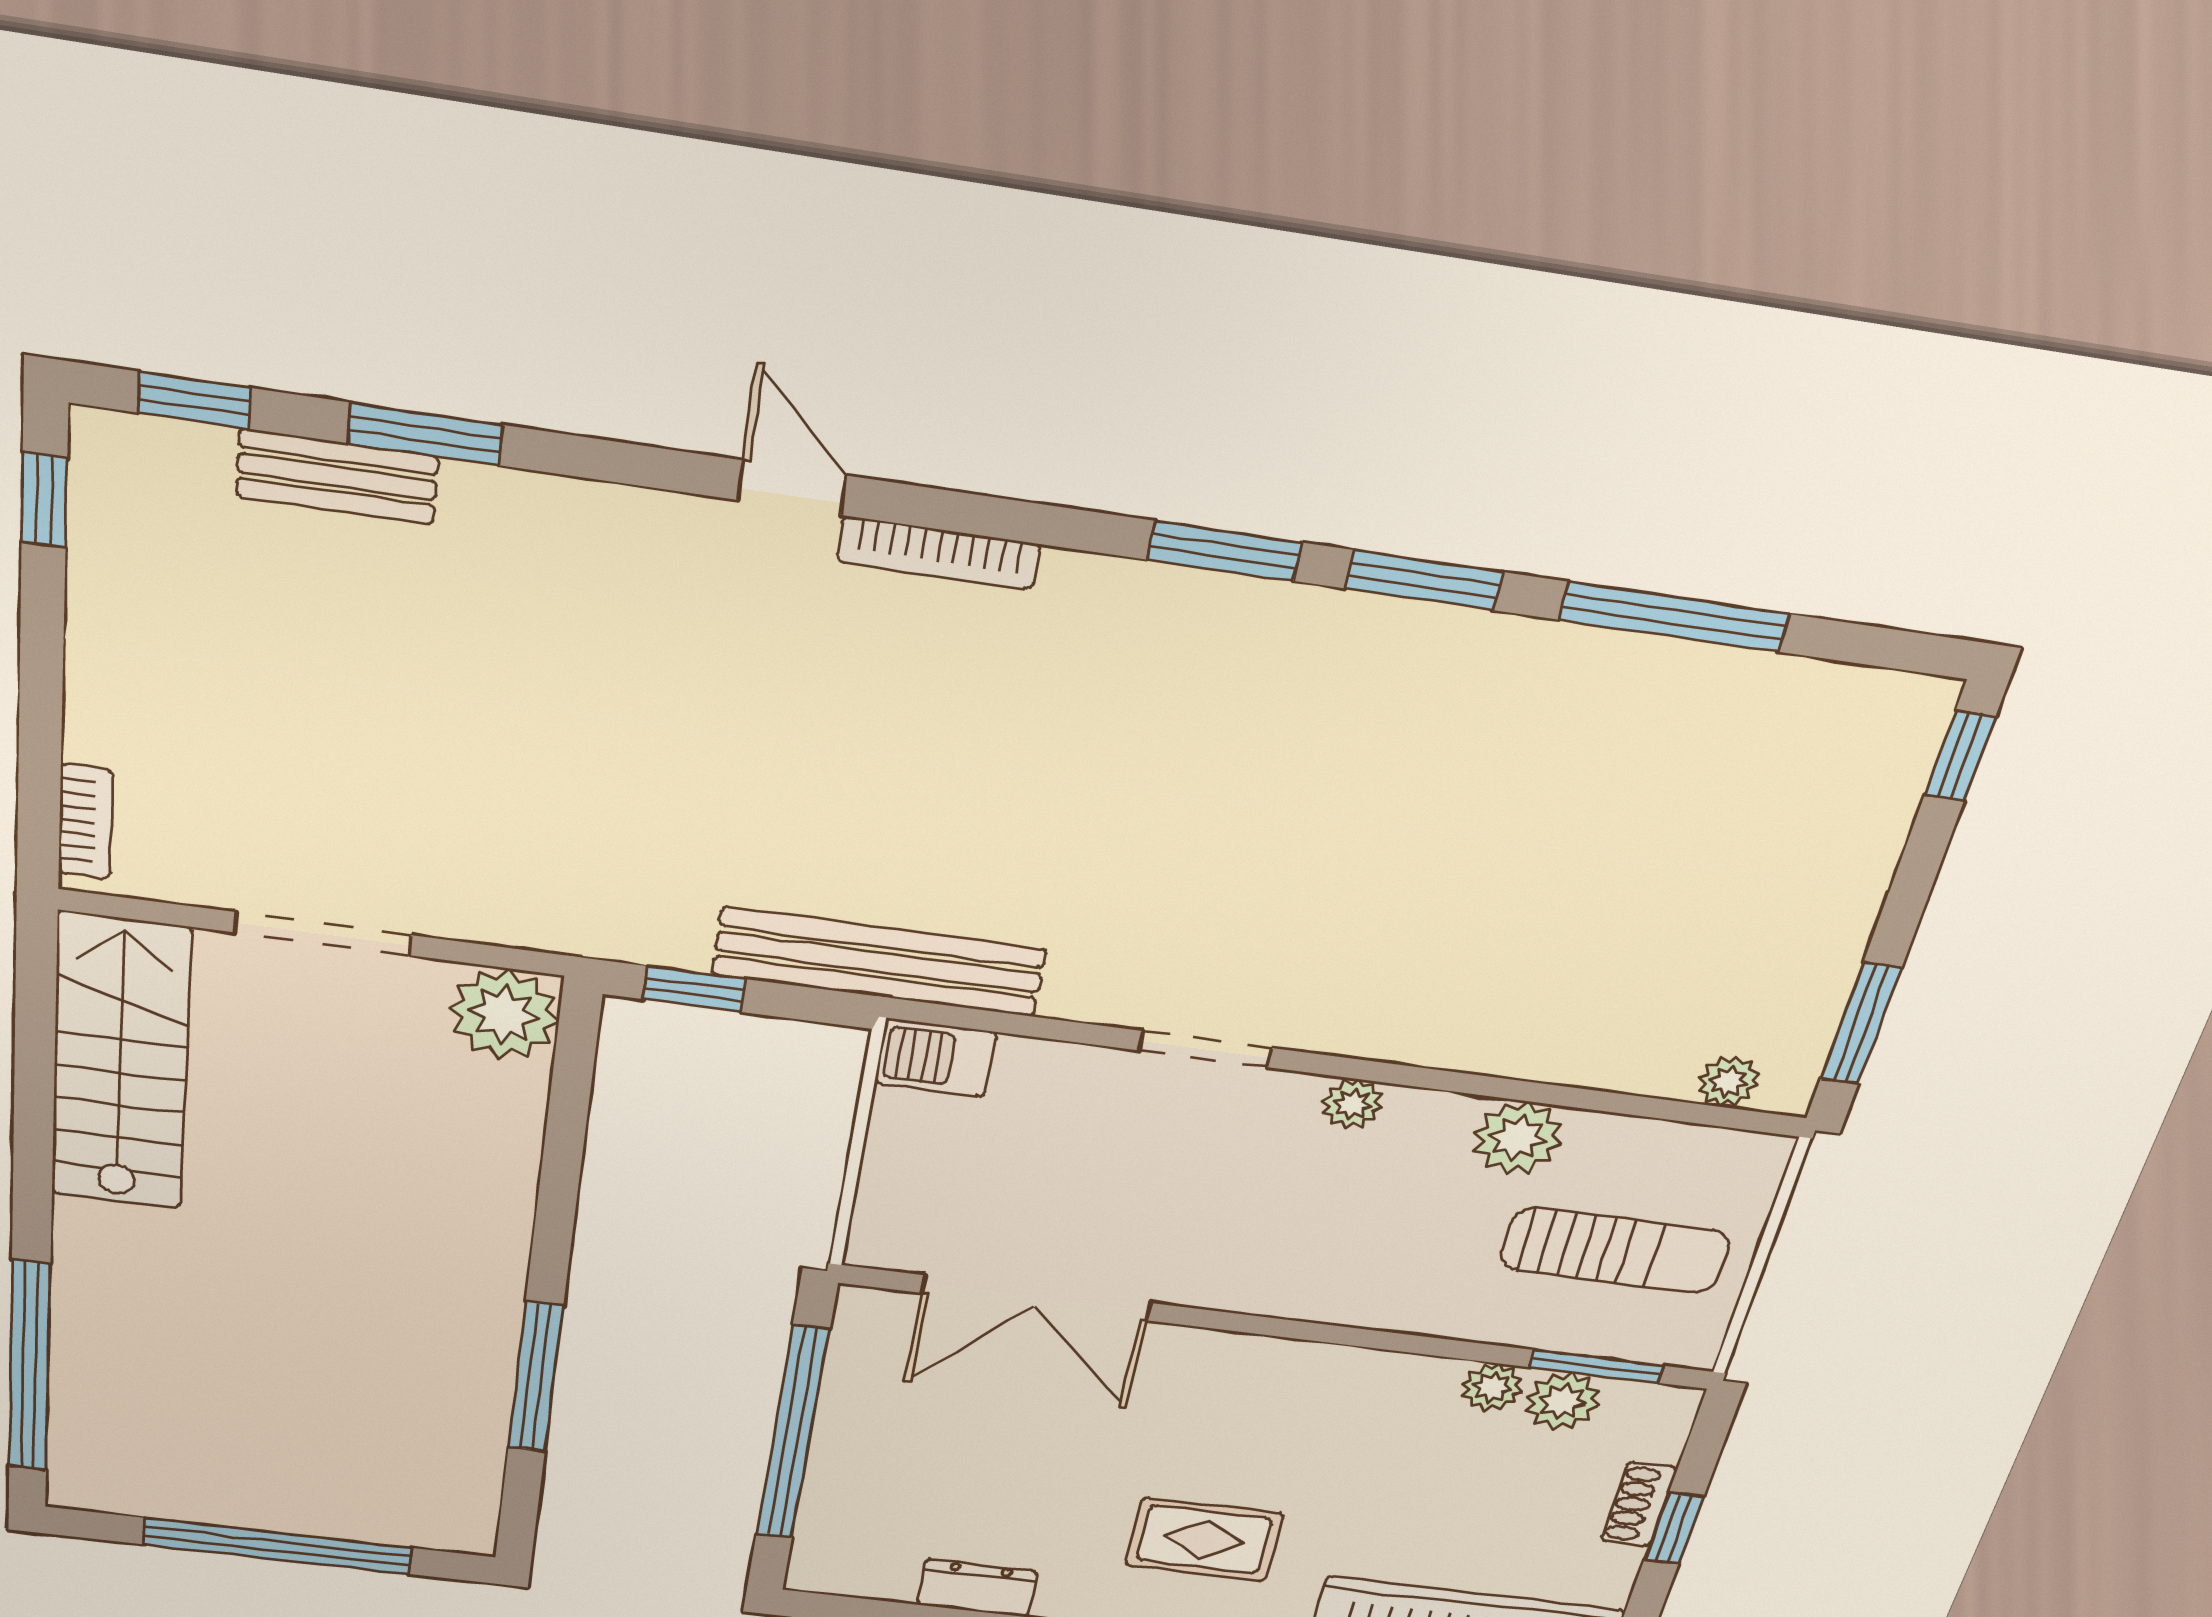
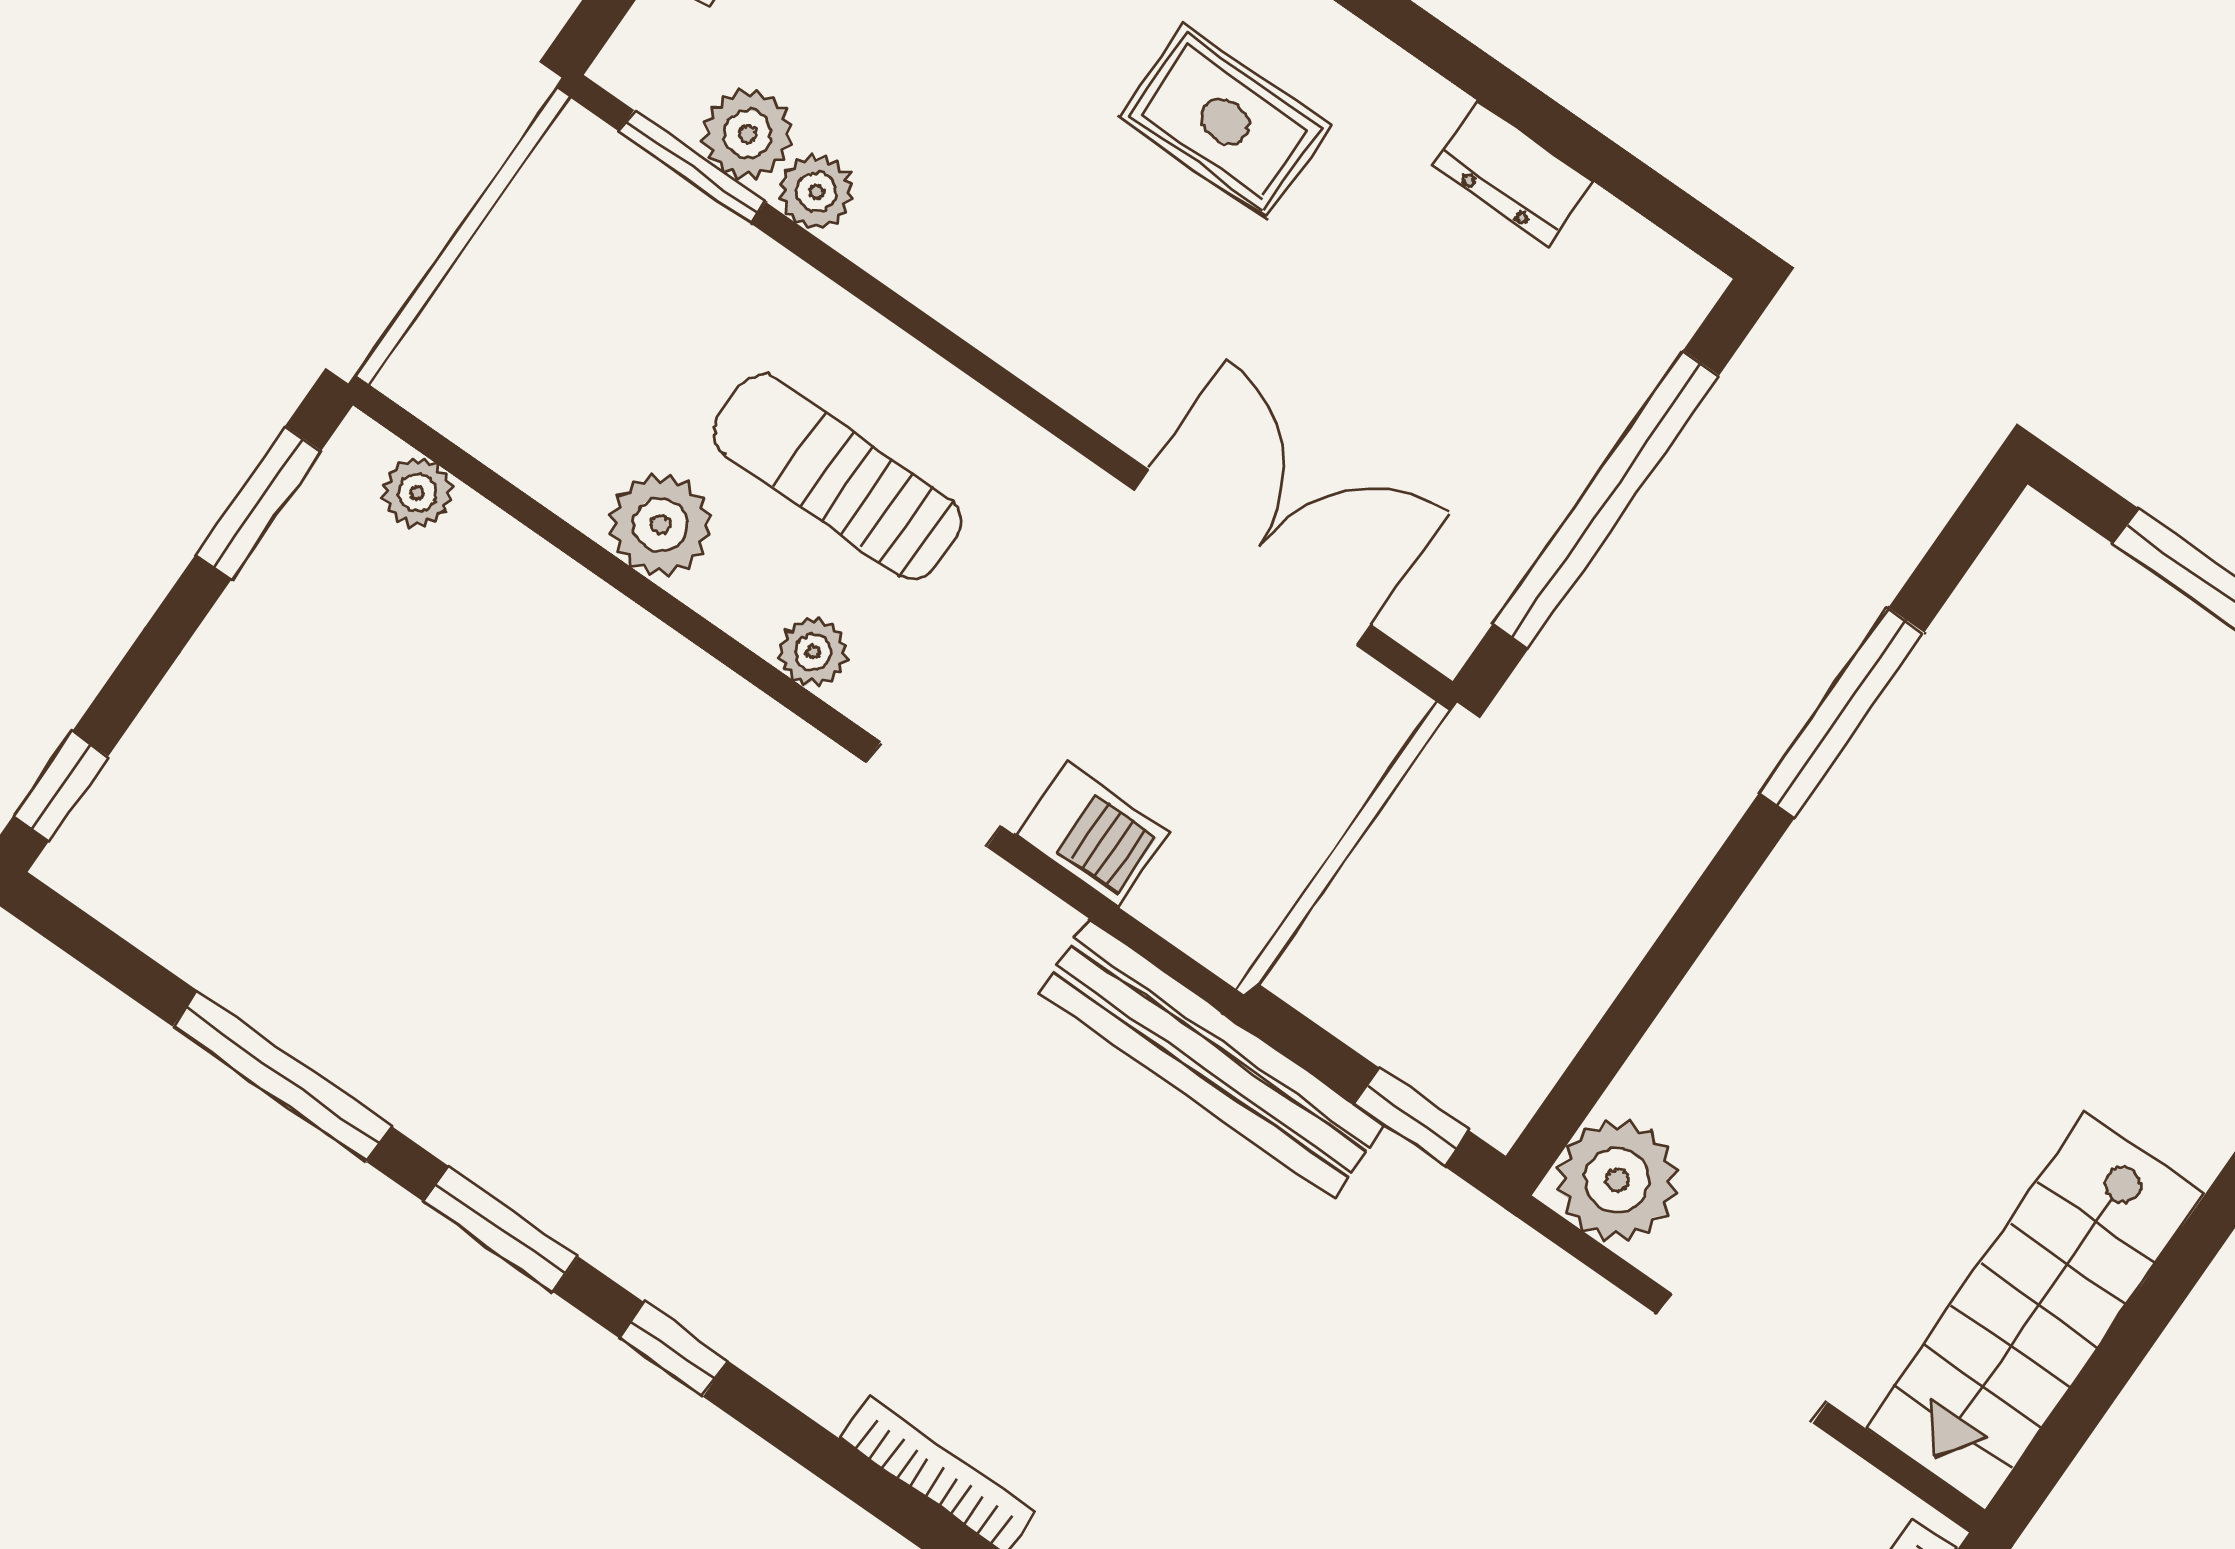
window: (1224, 551) -> (673, 1349), width x0.67
barbecue: (936, 1058) -> (1092, 834), moved
sun lounger: (1615, 1250) -> (837, 477), moved

